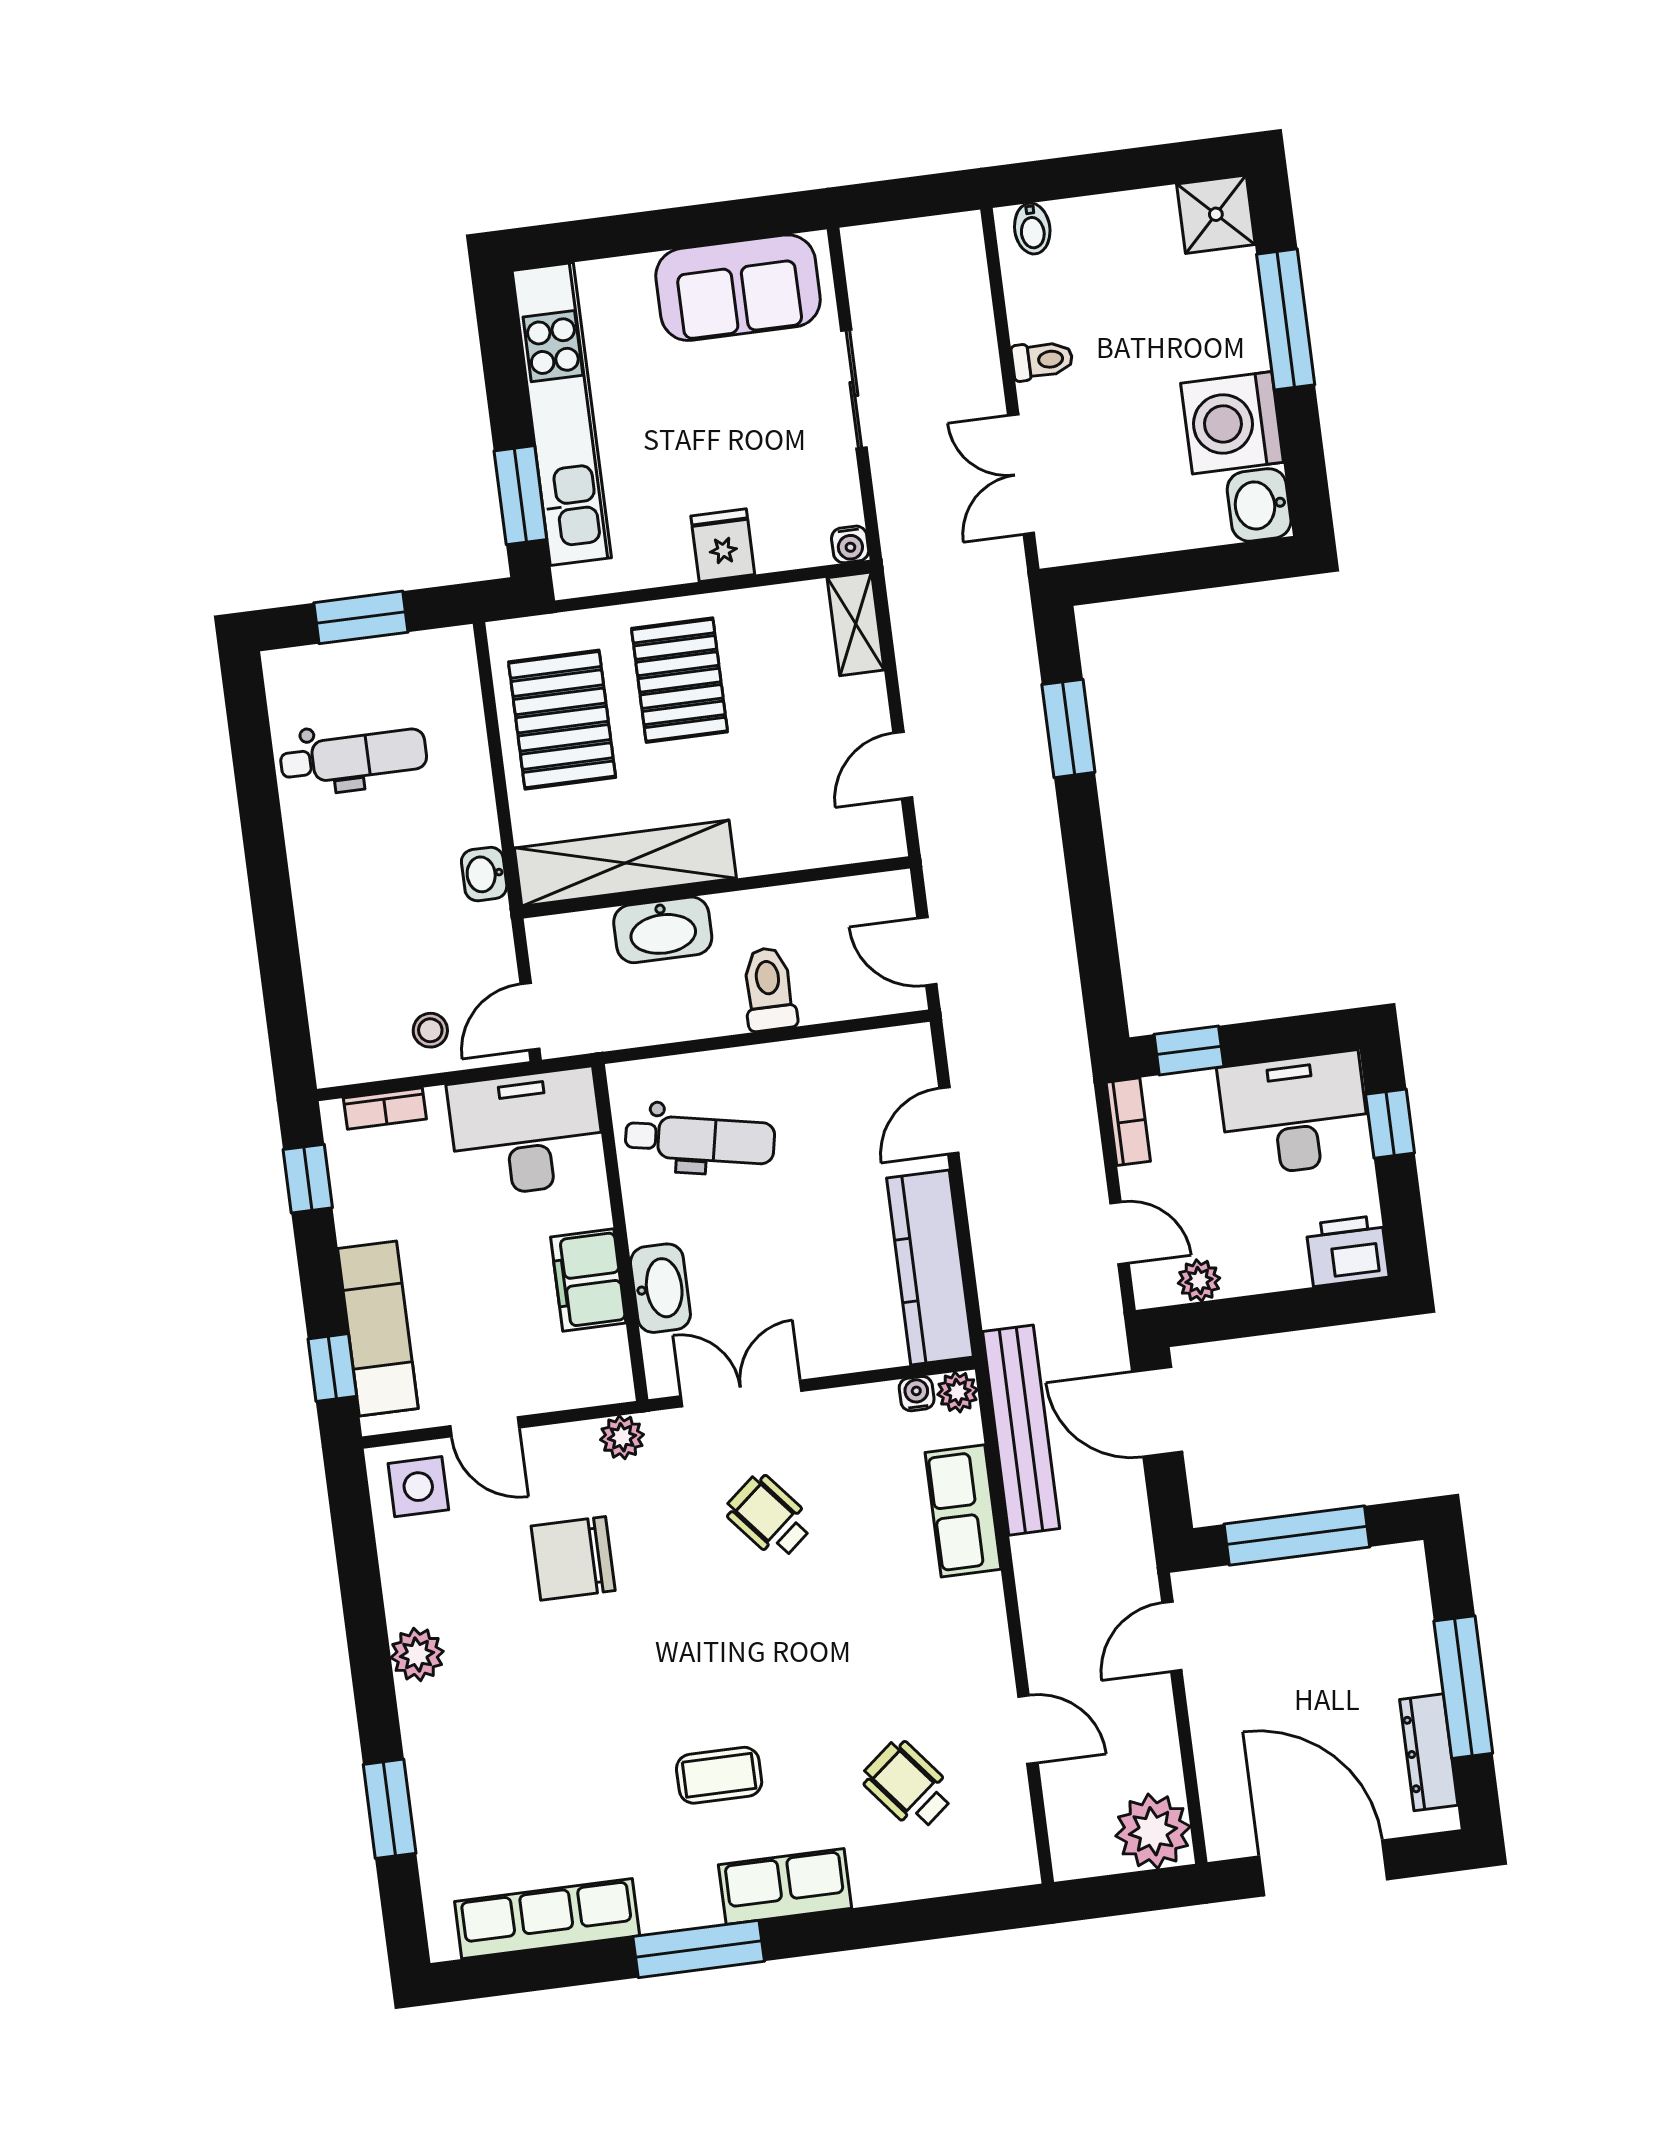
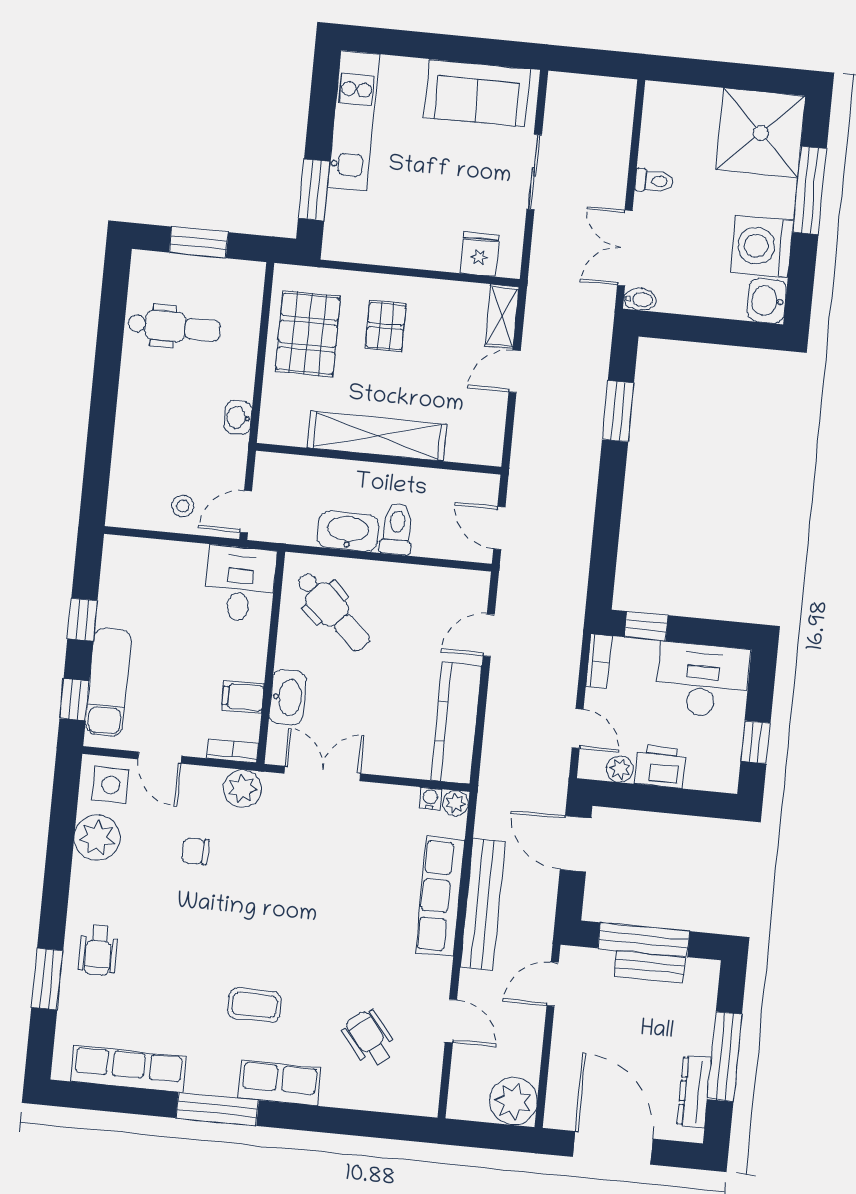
shower: (1216, 214) -> (761, 133), width x1.86, depth x1.86
bidet: (1032, 229) -> (640, 299), moved, turned -90
kitchen unit: (562, 414) -> (353, 121), width x0.73
water cooler: (850, 544) -> (510, 267), removed
fridge: (723, 545) -> (480, 254), moved
pallet: (679, 680) -> (386, 326), width x0.67, depth x0.71
door: (903, 765) -> (515, 371), moved
shelving: (625, 863) -> (377, 436), moved
washbasin: (663, 930) -> (348, 531), moved, turned 180
bookcase: (385, 1109) -> (233, 751), moved, turned 180
window: (1390, 1124) -> (755, 742), moved
desk: (527, 1133) -> (240, 584), width x0.73
dental chair: (700, 1139) -> (333, 611), turned 32
window: (308, 1179) -> (82, 620), moved
printer: (1347, 1251) -> (660, 766), moved
filing cabinet: (588, 1280) -> (243, 697), width x0.50
bench: (1021, 1430) -> (483, 904), moved
plant: (622, 1437) -> (242, 789), width x1.38, depth x1.38
row of seats: (963, 1511) -> (440, 896), width x1.48
wheelchair: (769, 1517) -> (98, 950), moved, turned -140
chair: (573, 1558) -> (196, 851), width x0.54, depth x0.54
bench: (1316, 1575) -> (650, 967), added
plant: (417, 1654) -> (97, 838), moved, width x1.36, depth x1.36

